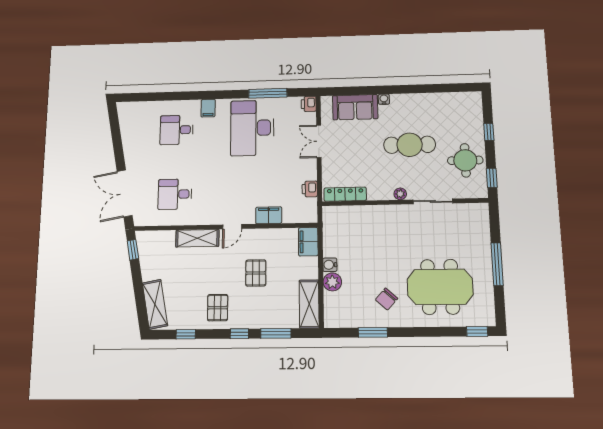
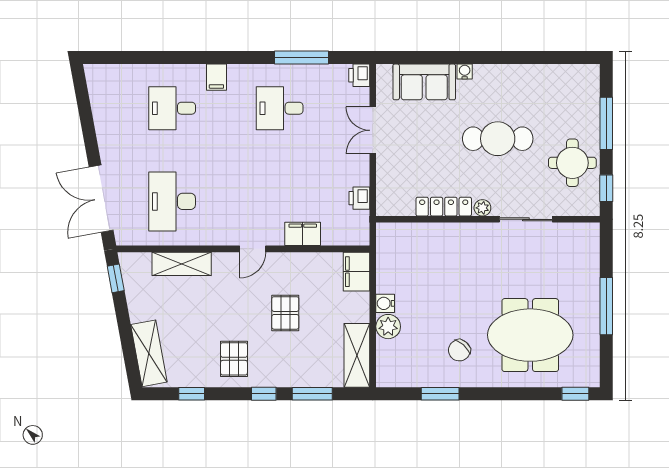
desk: (252, 128) -> (280, 108), width x0.53, depth x0.77
window: (489, 132) -> (606, 123), width x2.17
desk: (175, 194) -> (172, 201), width x1.37
locker: (345, 194) -> (444, 207), moved
shelving: (197, 238) -> (182, 264), moved

